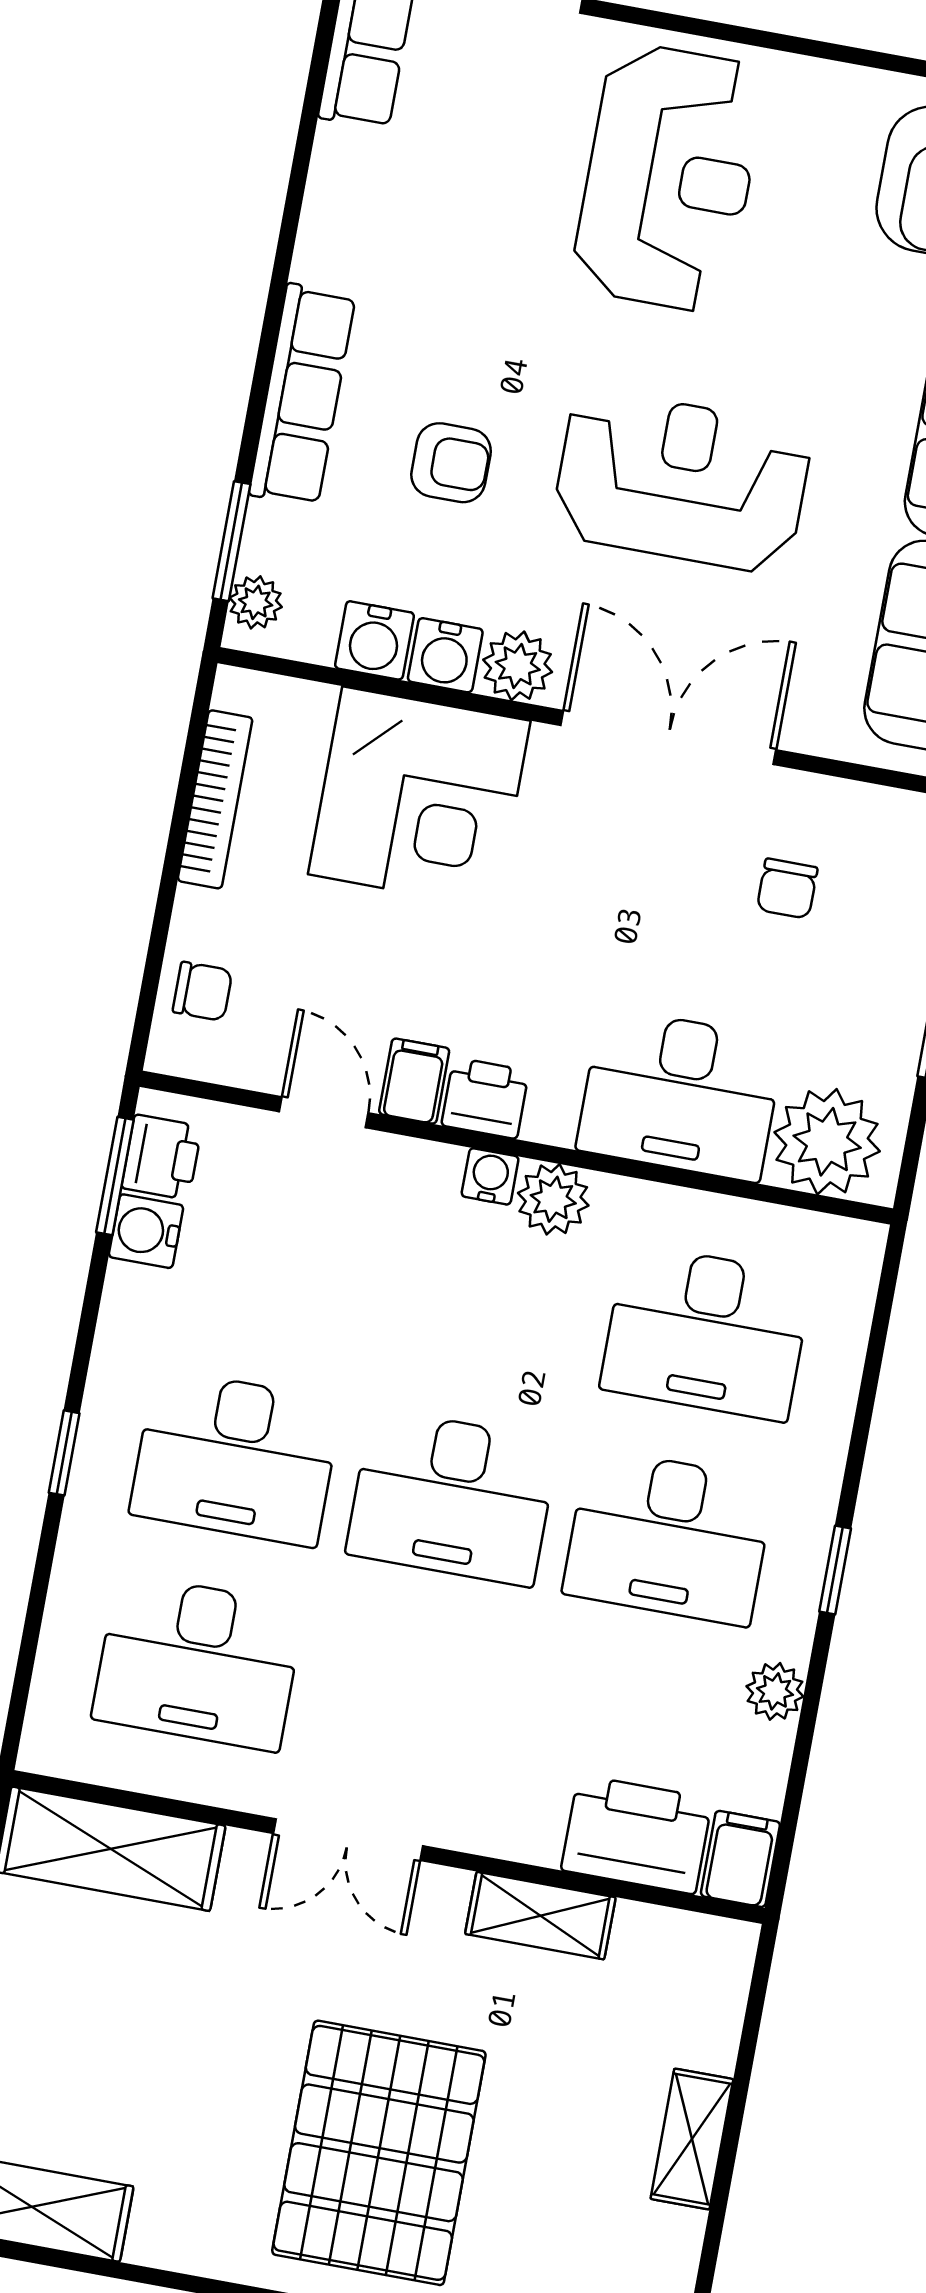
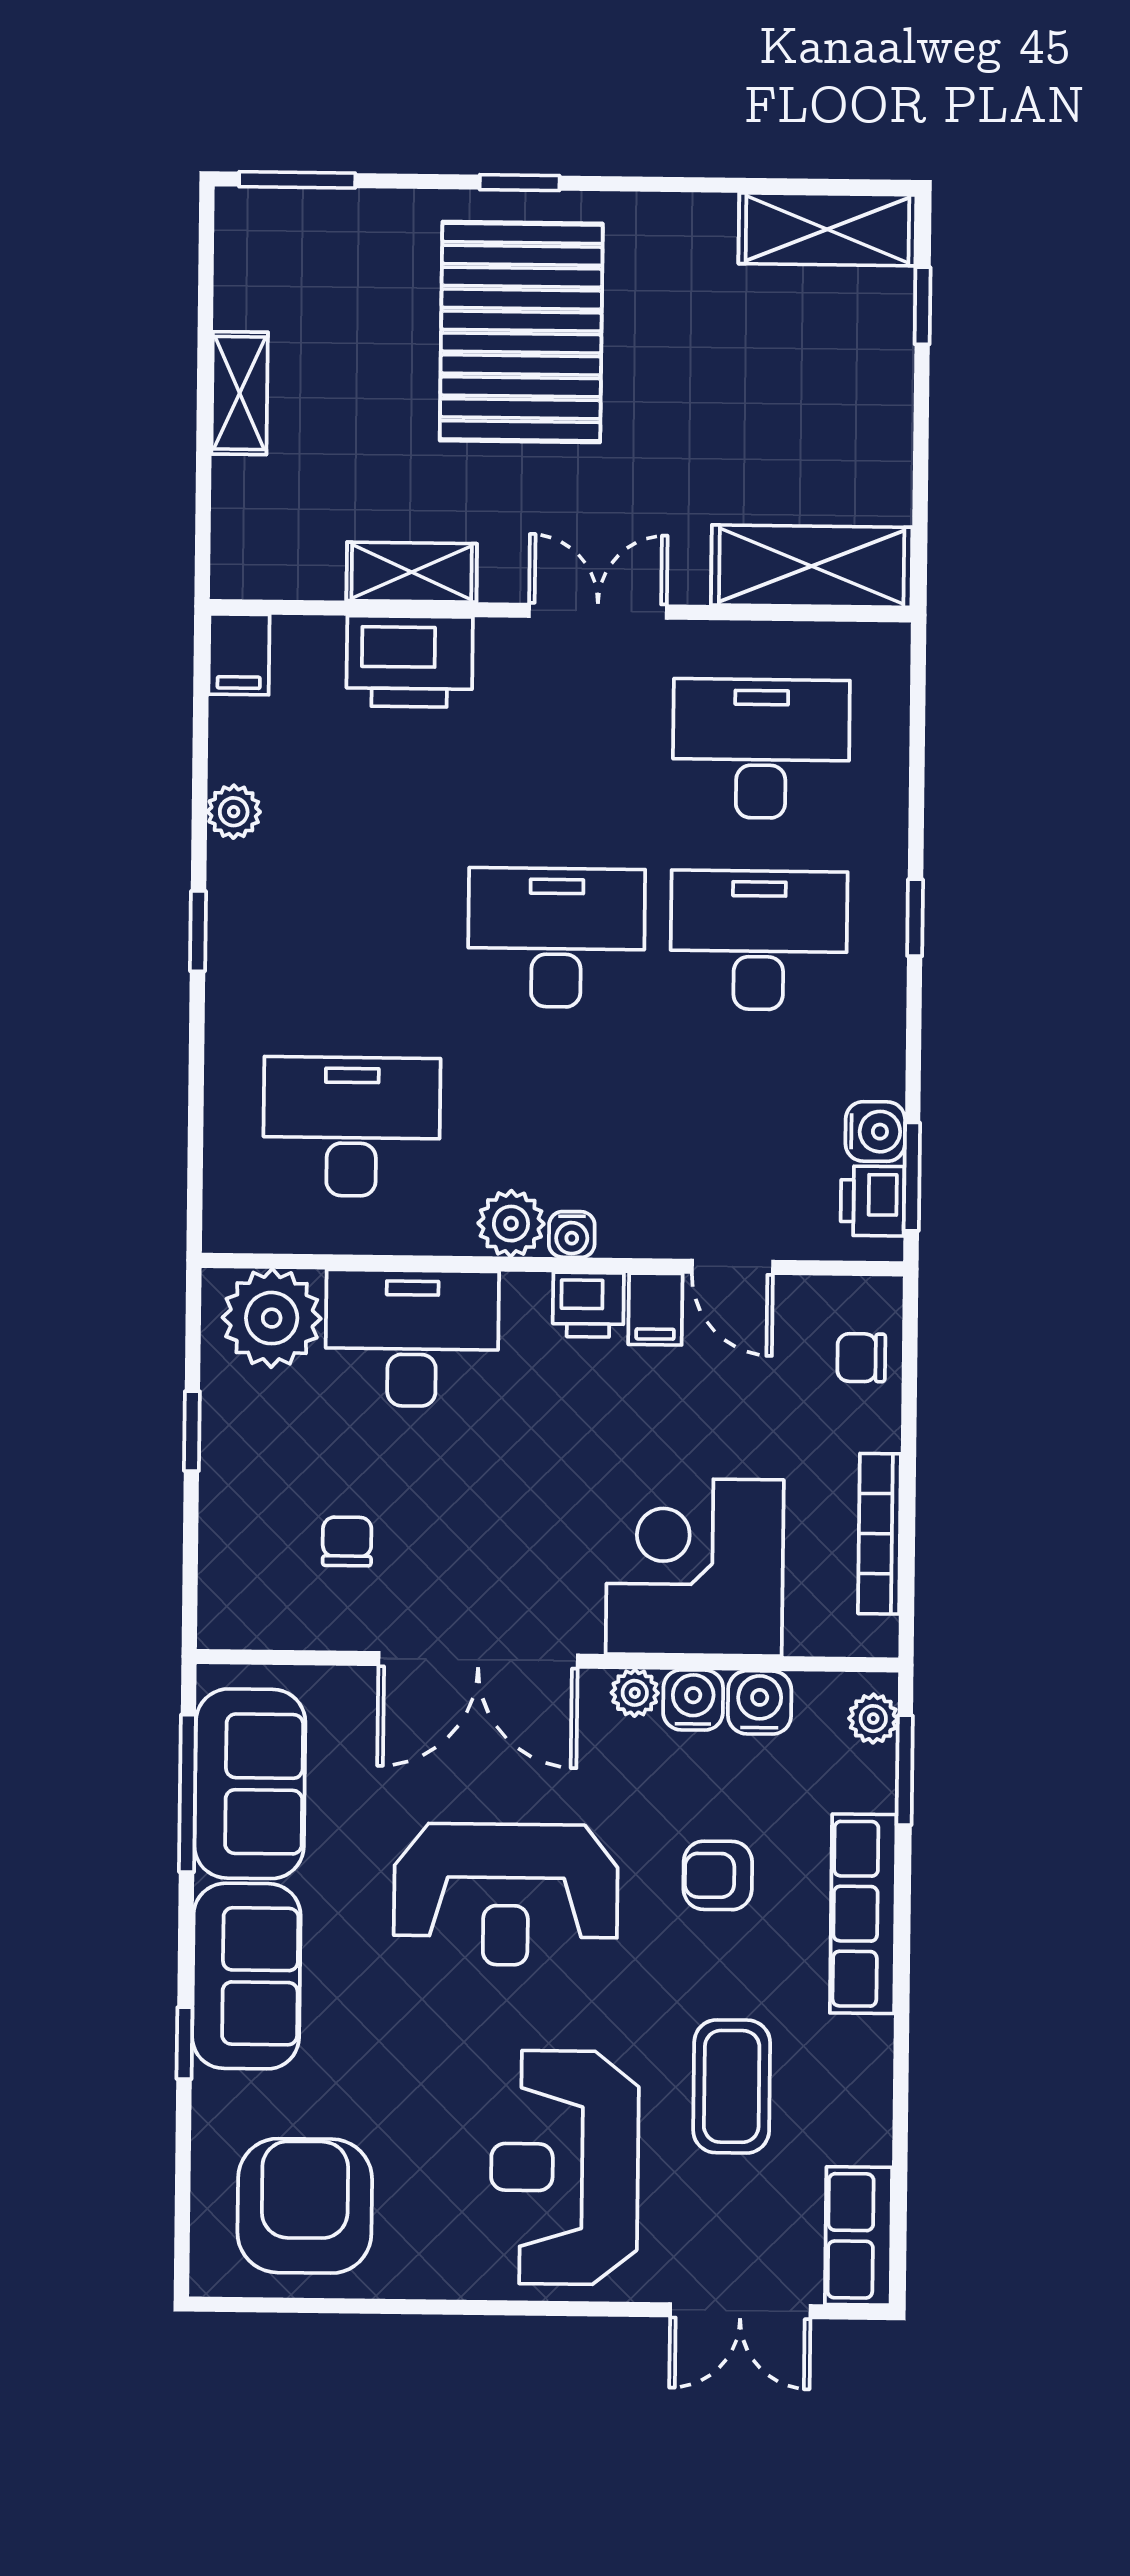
coffee table: (475, 234) -> (732, 2086), added
plant: (518, 666) -> (635, 1693), width x0.73, depth x0.73
desk: (669, 1537) -> (354, 935), removed
printer: (637, 1834) -> (410, 662), moved

